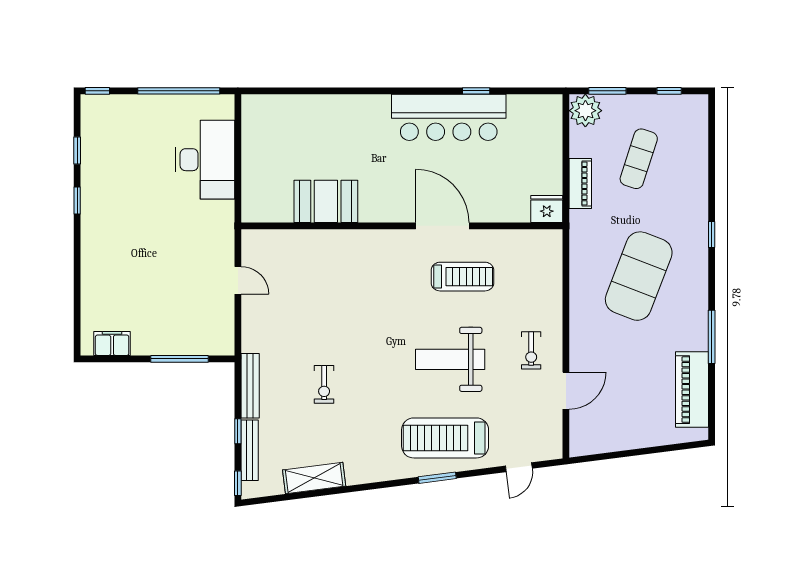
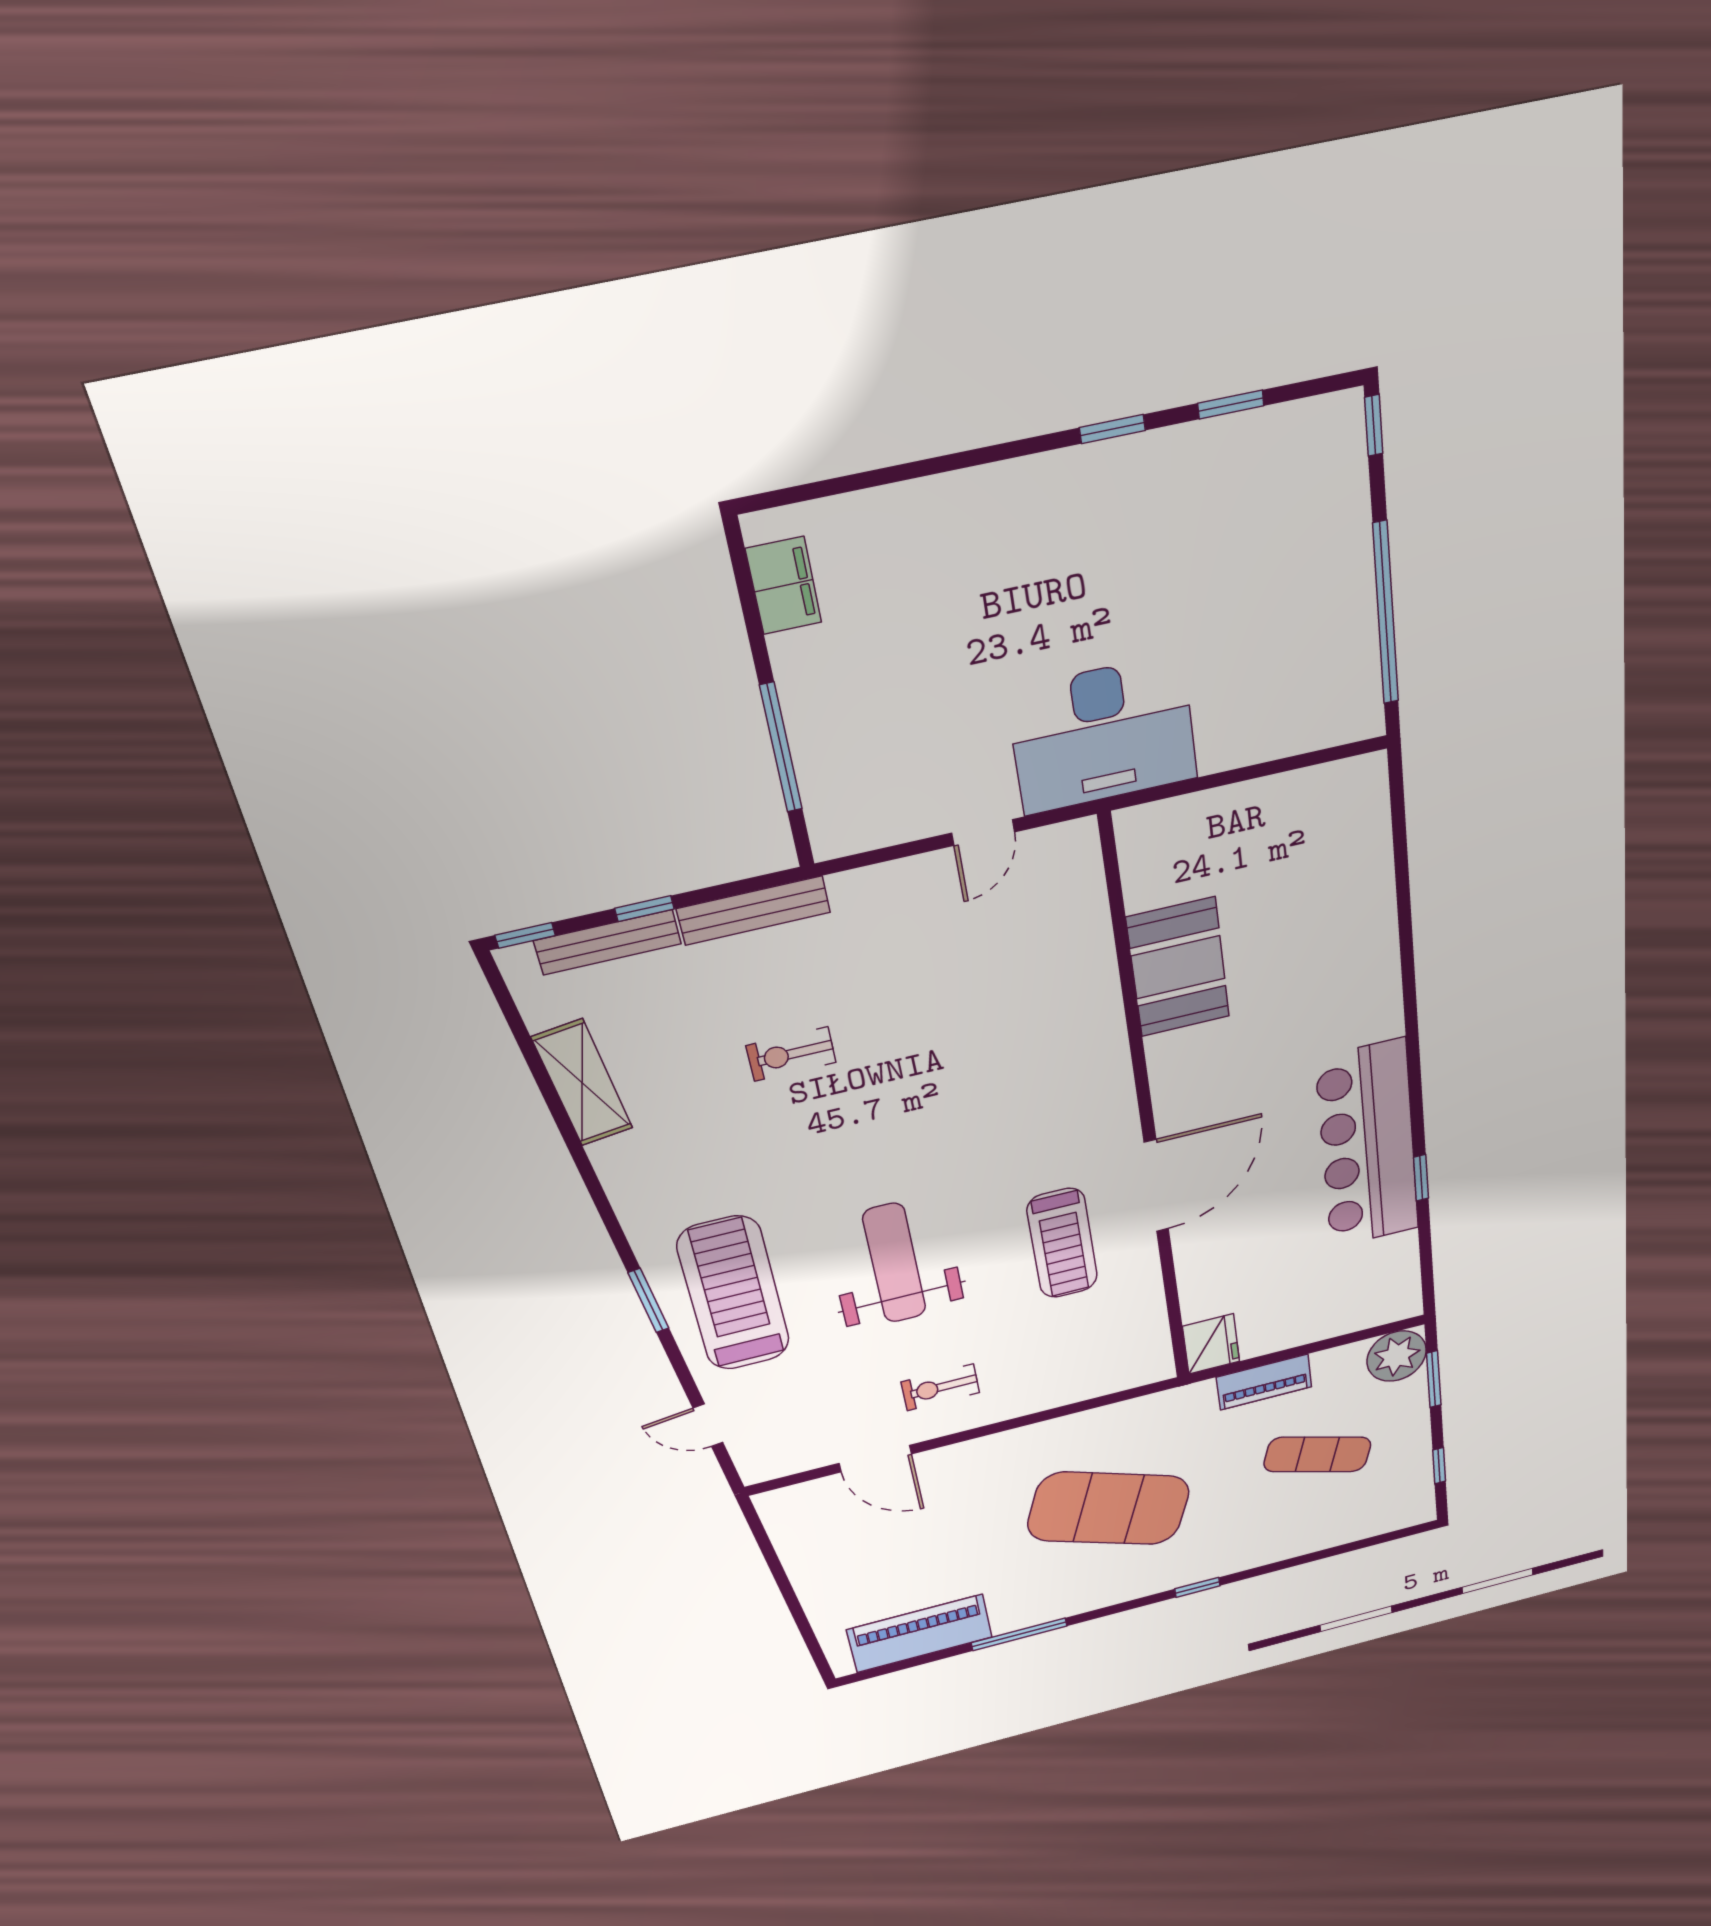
desk: (205, 160) -> (1103, 734), moved

